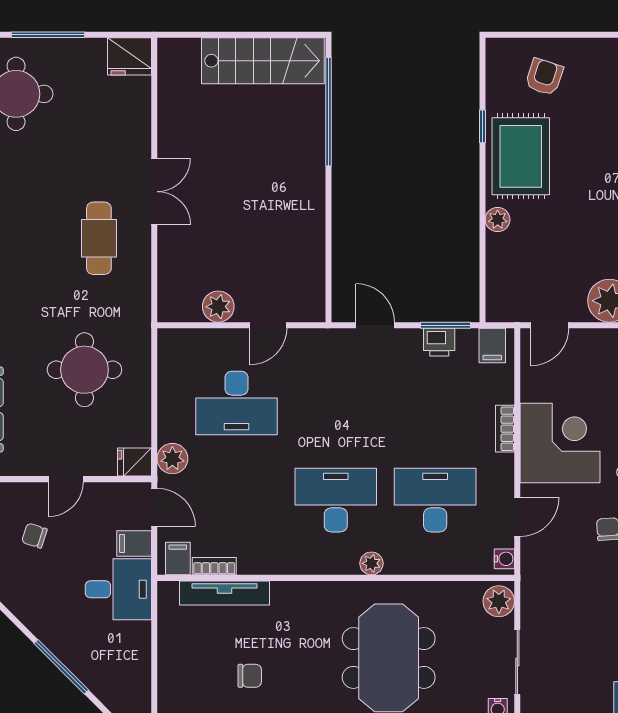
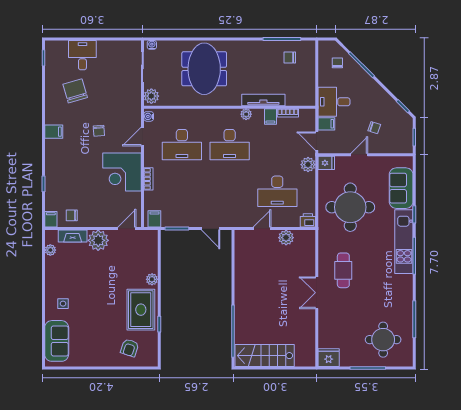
printer: (439, 342) -> (308, 220), moved
round table: (84, 370) -> (350, 207), width x1.36, depth x1.36
desk: (236, 403) -> (277, 191), turned 180
filing cabinet: (178, 559) -> (270, 117), moved
plant: (371, 563) -> (246, 114), moved
tv unit: (225, 593) -> (263, 100), moved
chair: (111, 670) -> (337, 63), added
chair: (250, 676) -> (290, 57), moved

